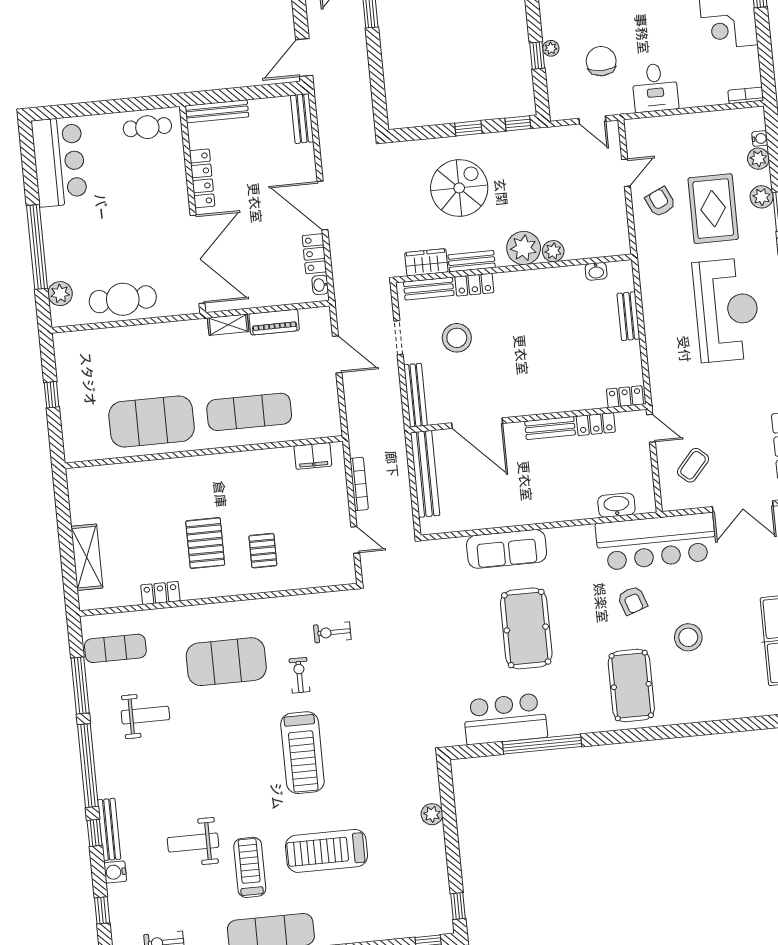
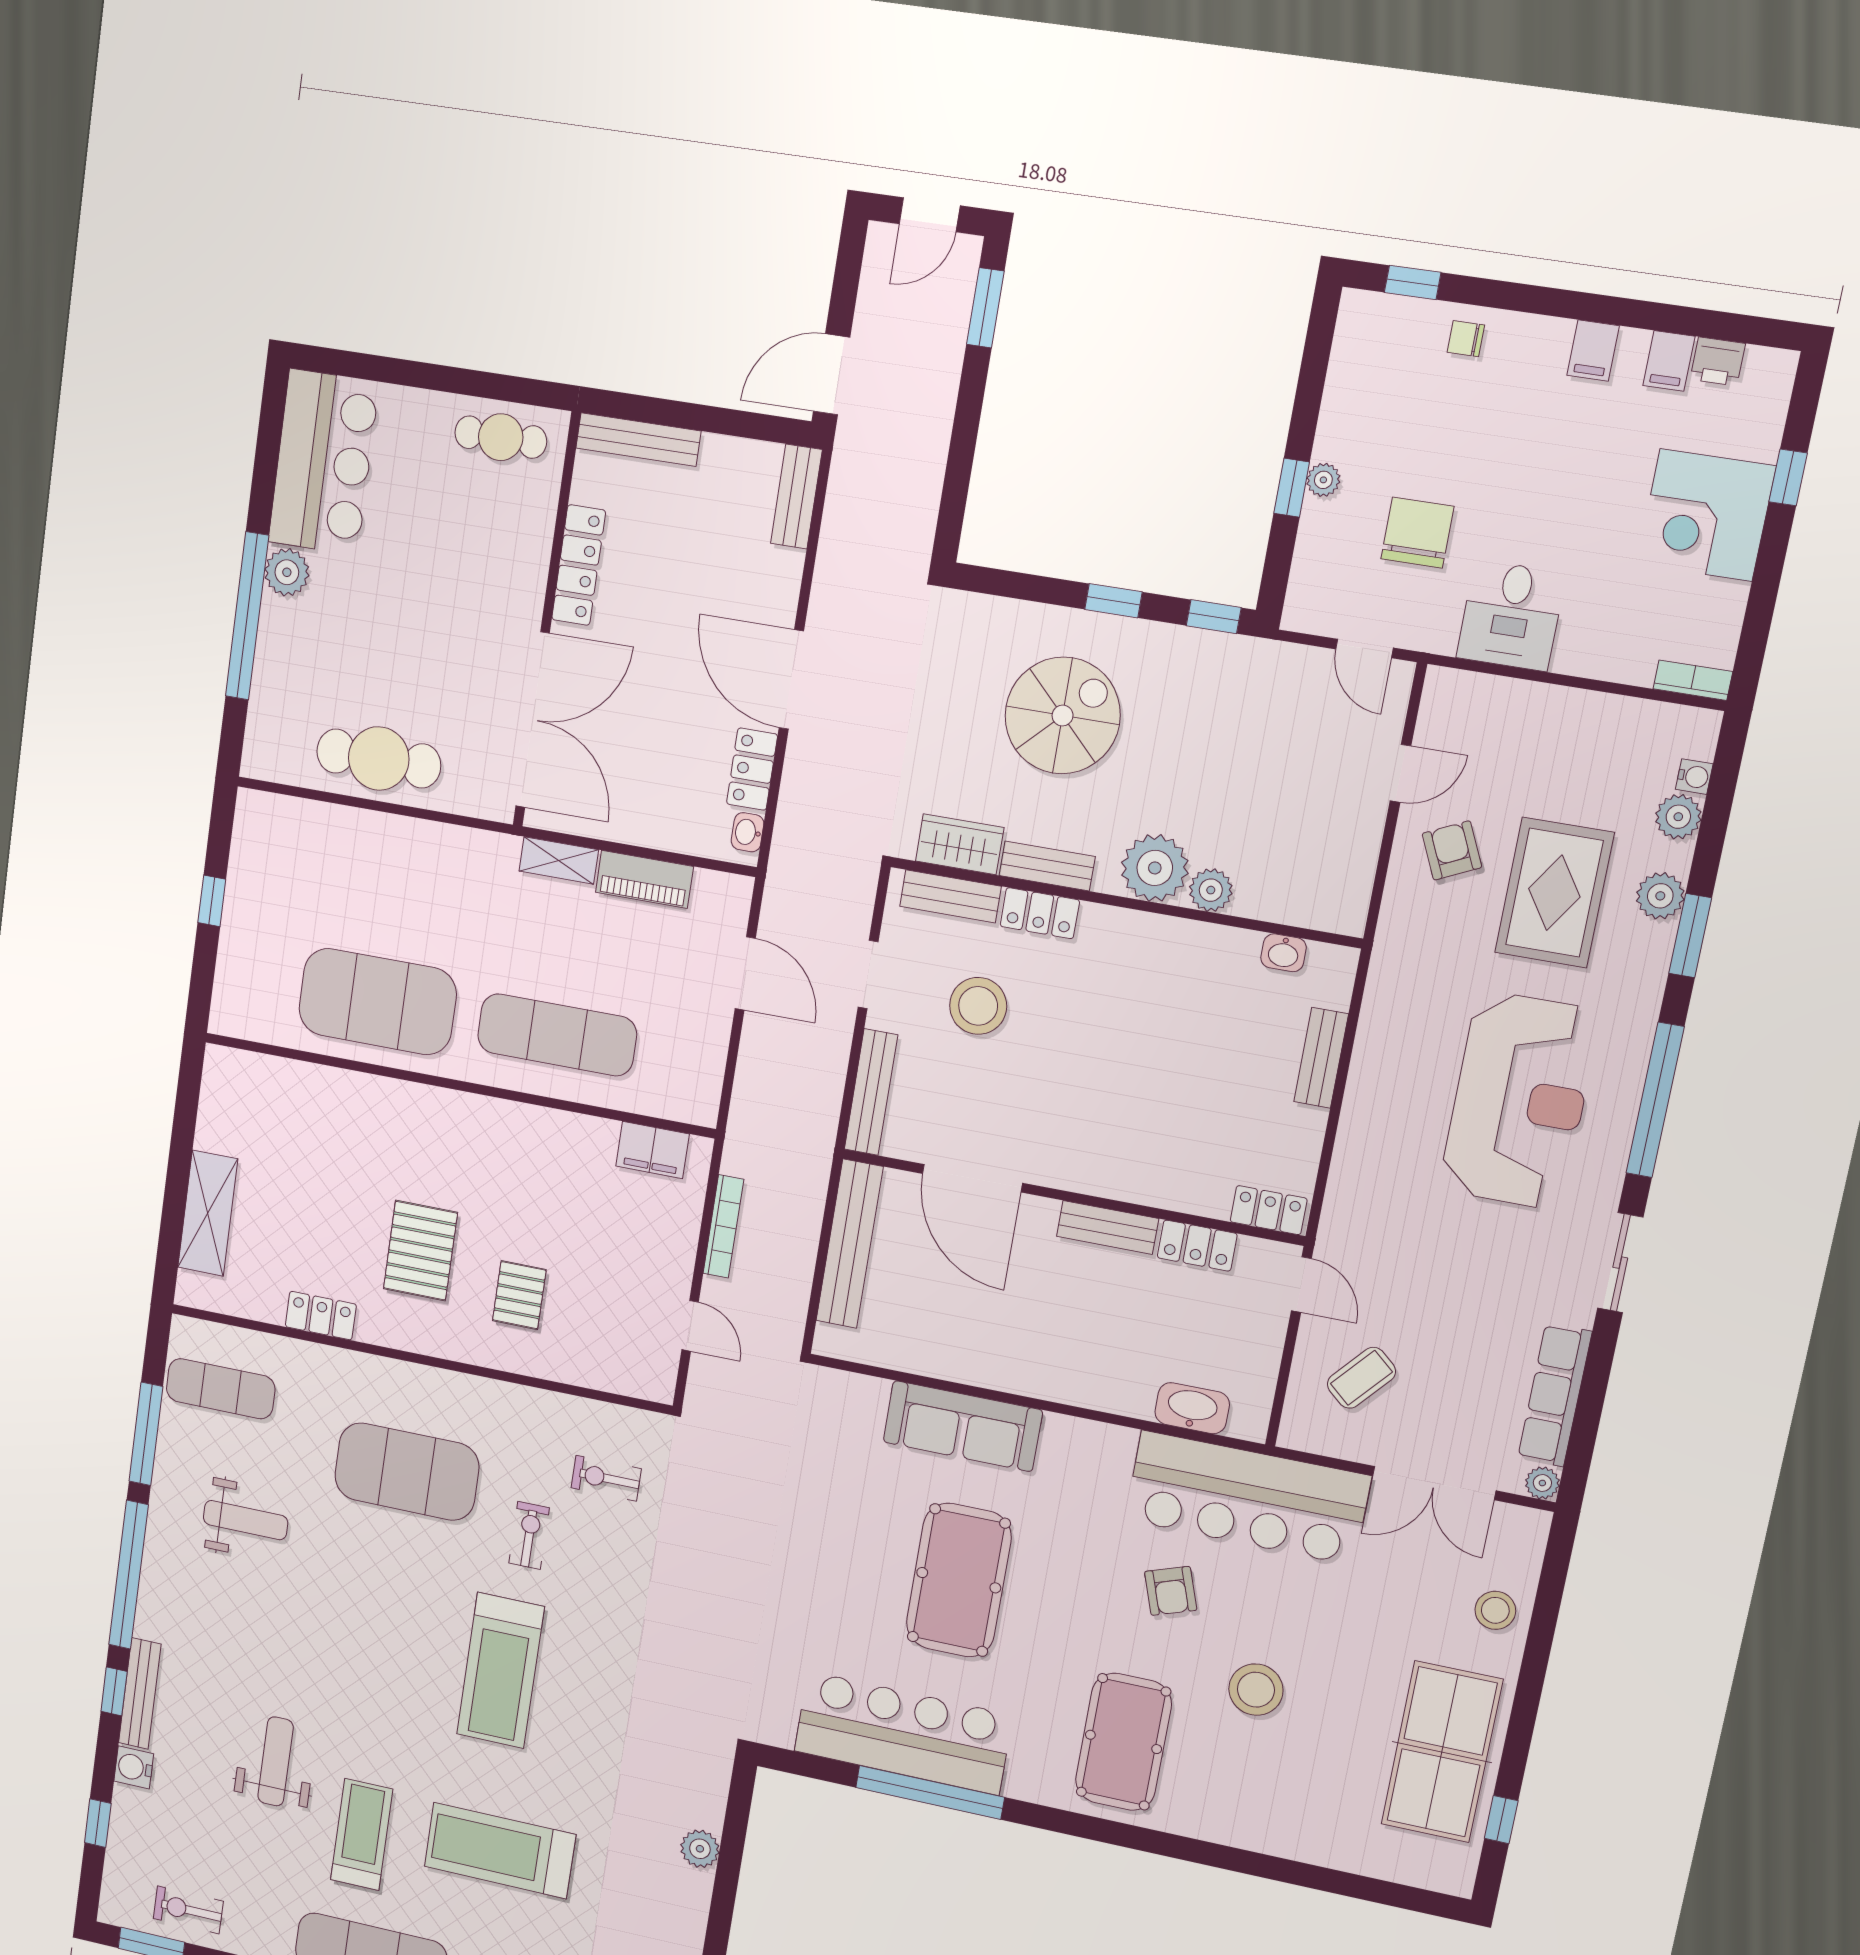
plant: (60, 294) -> (287, 572), moved
bar counter: (505, 719) -> (903, 1733), width x1.36
weight bench: (193, 843) -> (276, 1761), turned 90

